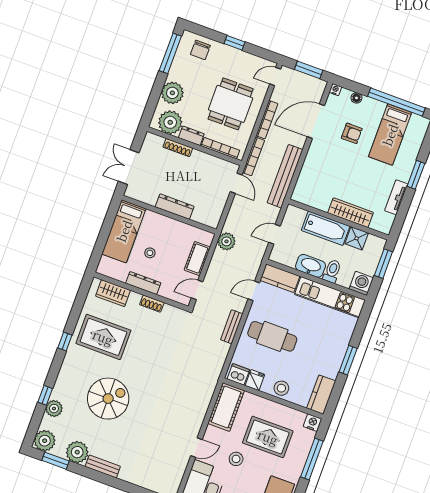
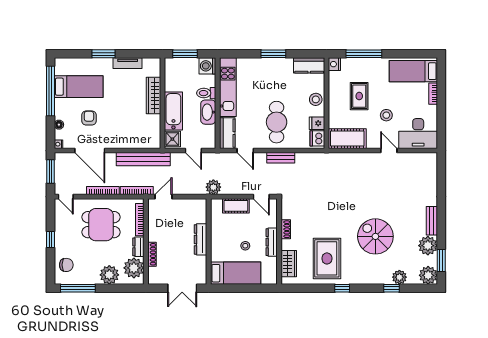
shower: (357, 238) -> (172, 139), moved
rug: (268, 437) -> (359, 96), width x0.73, depth x0.70

